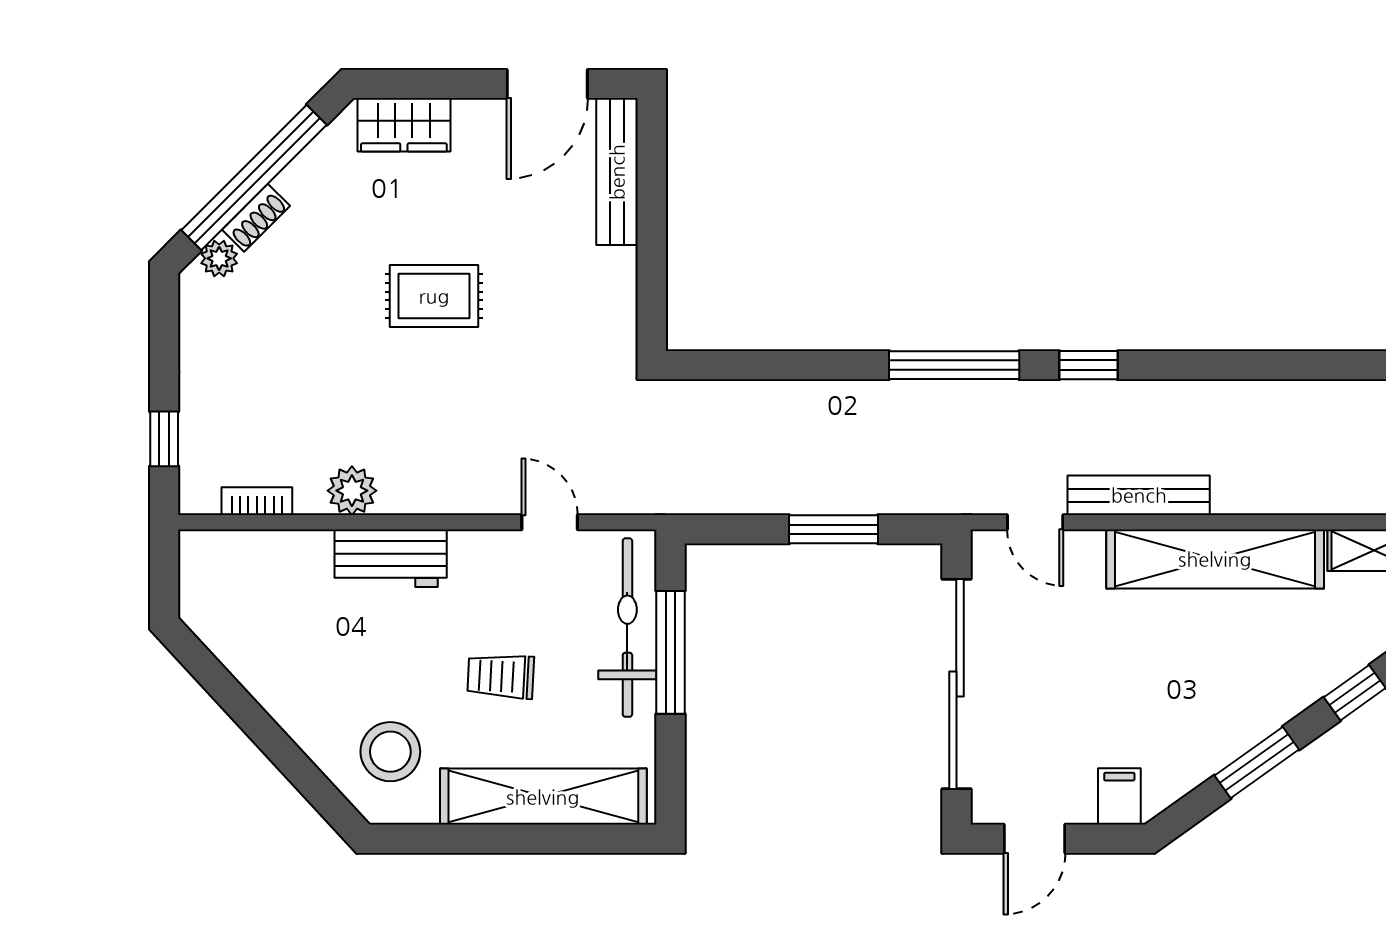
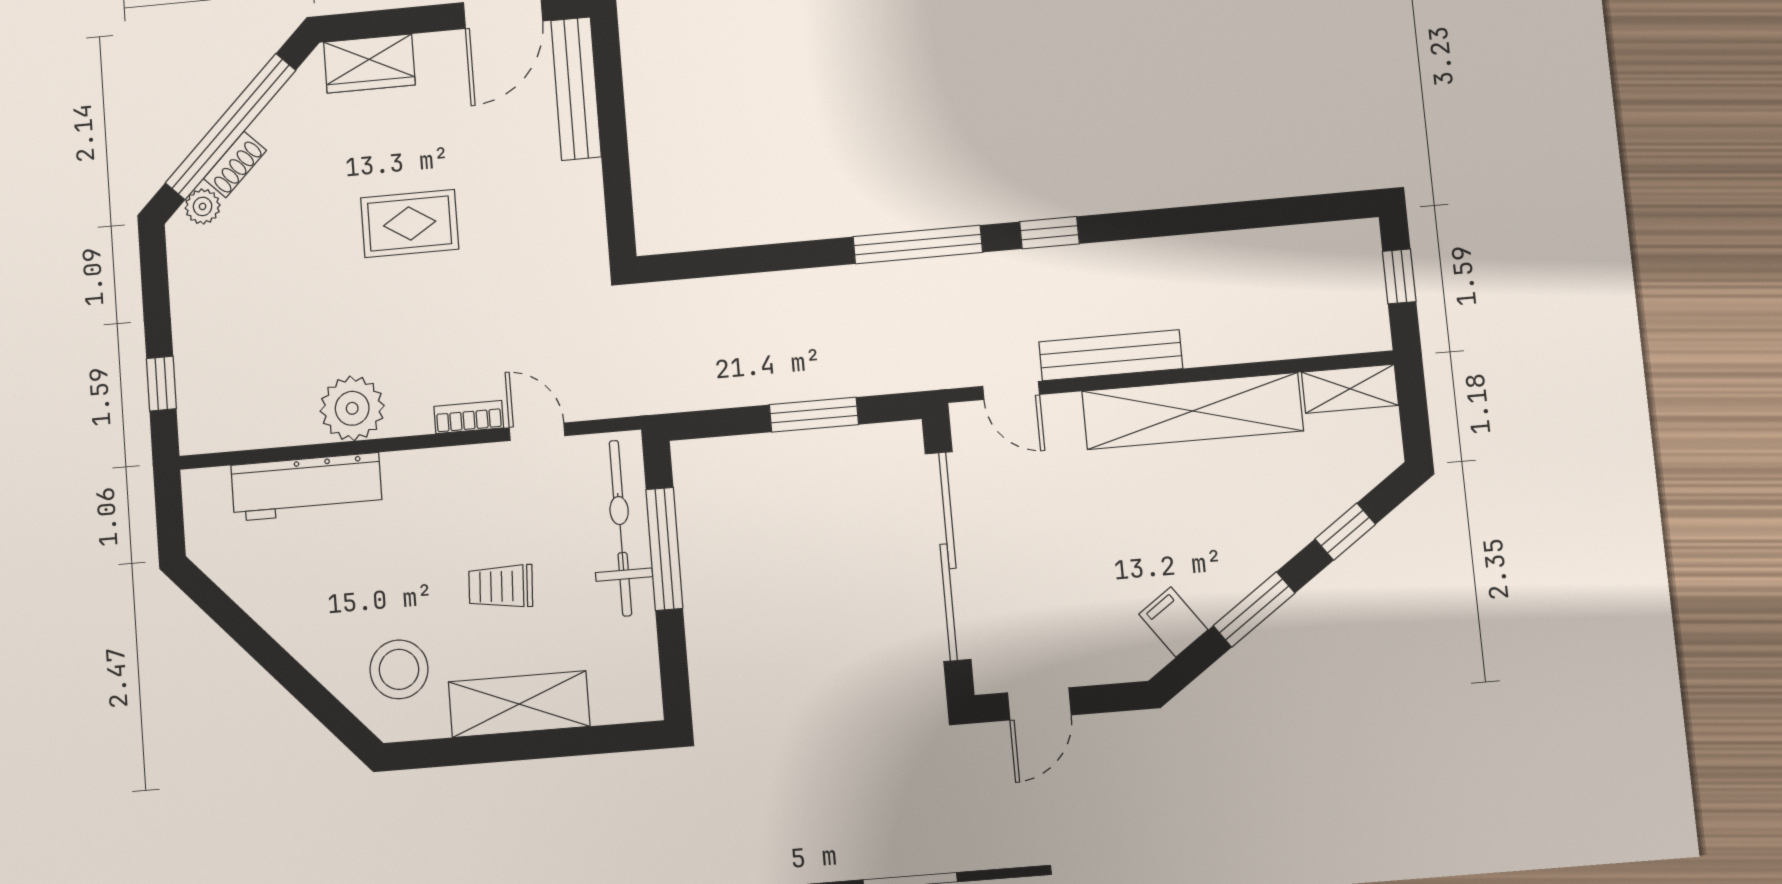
plant: (352, 491) -> (352, 408), width x1.36, depth x1.36
bookcase: (257, 501) -> (469, 417), moved
workbench: (391, 558) -> (306, 487), moved, width x1.38
filing cabinet: (1119, 796) -> (1173, 622), moved, turned -35
shelving: (543, 797) -> (519, 704), width x0.68

